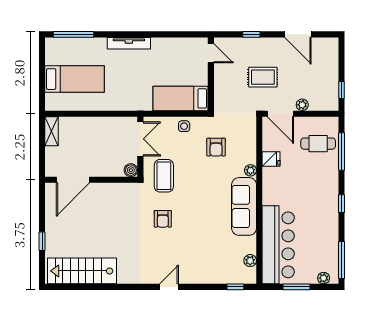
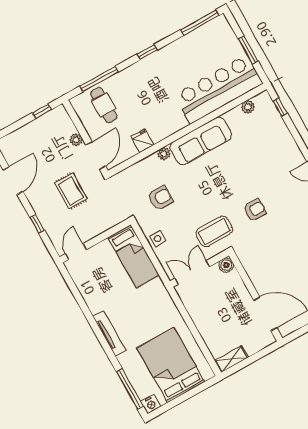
nightstand: (52, 45) -> (151, 404), added
bed: (75, 79) -> (171, 365), width x1.50
plant: (324, 278) -> (226, 30), removed

